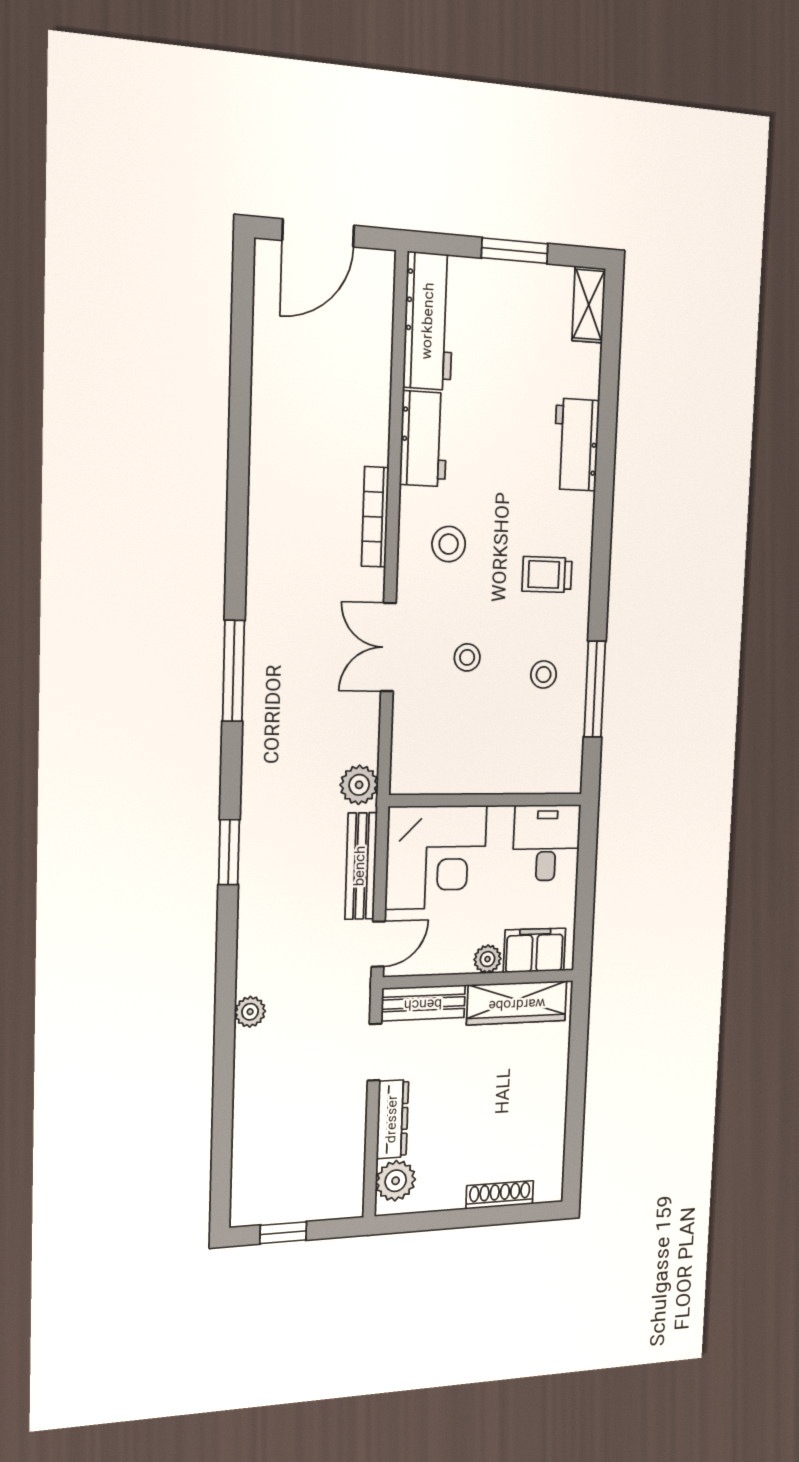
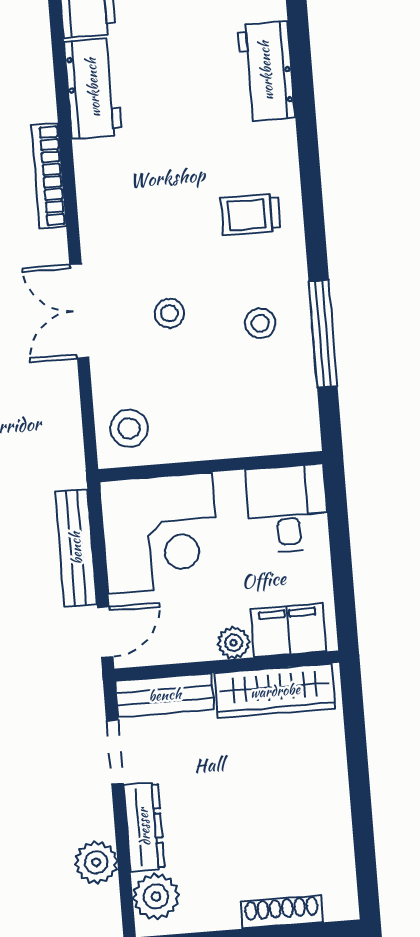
stool: (449, 544) -> (129, 428), moved
plant: (359, 785) -> (96, 862), moved

